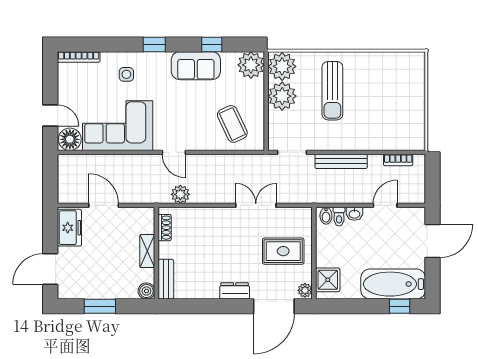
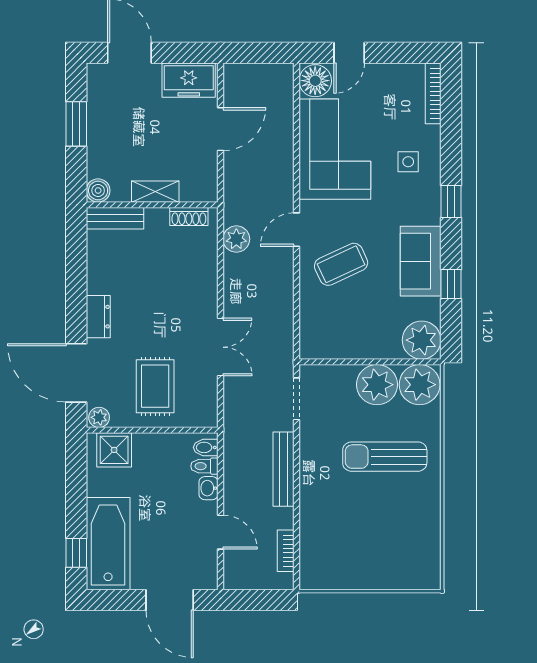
coffee table: (232, 124) -> (341, 264), moved

